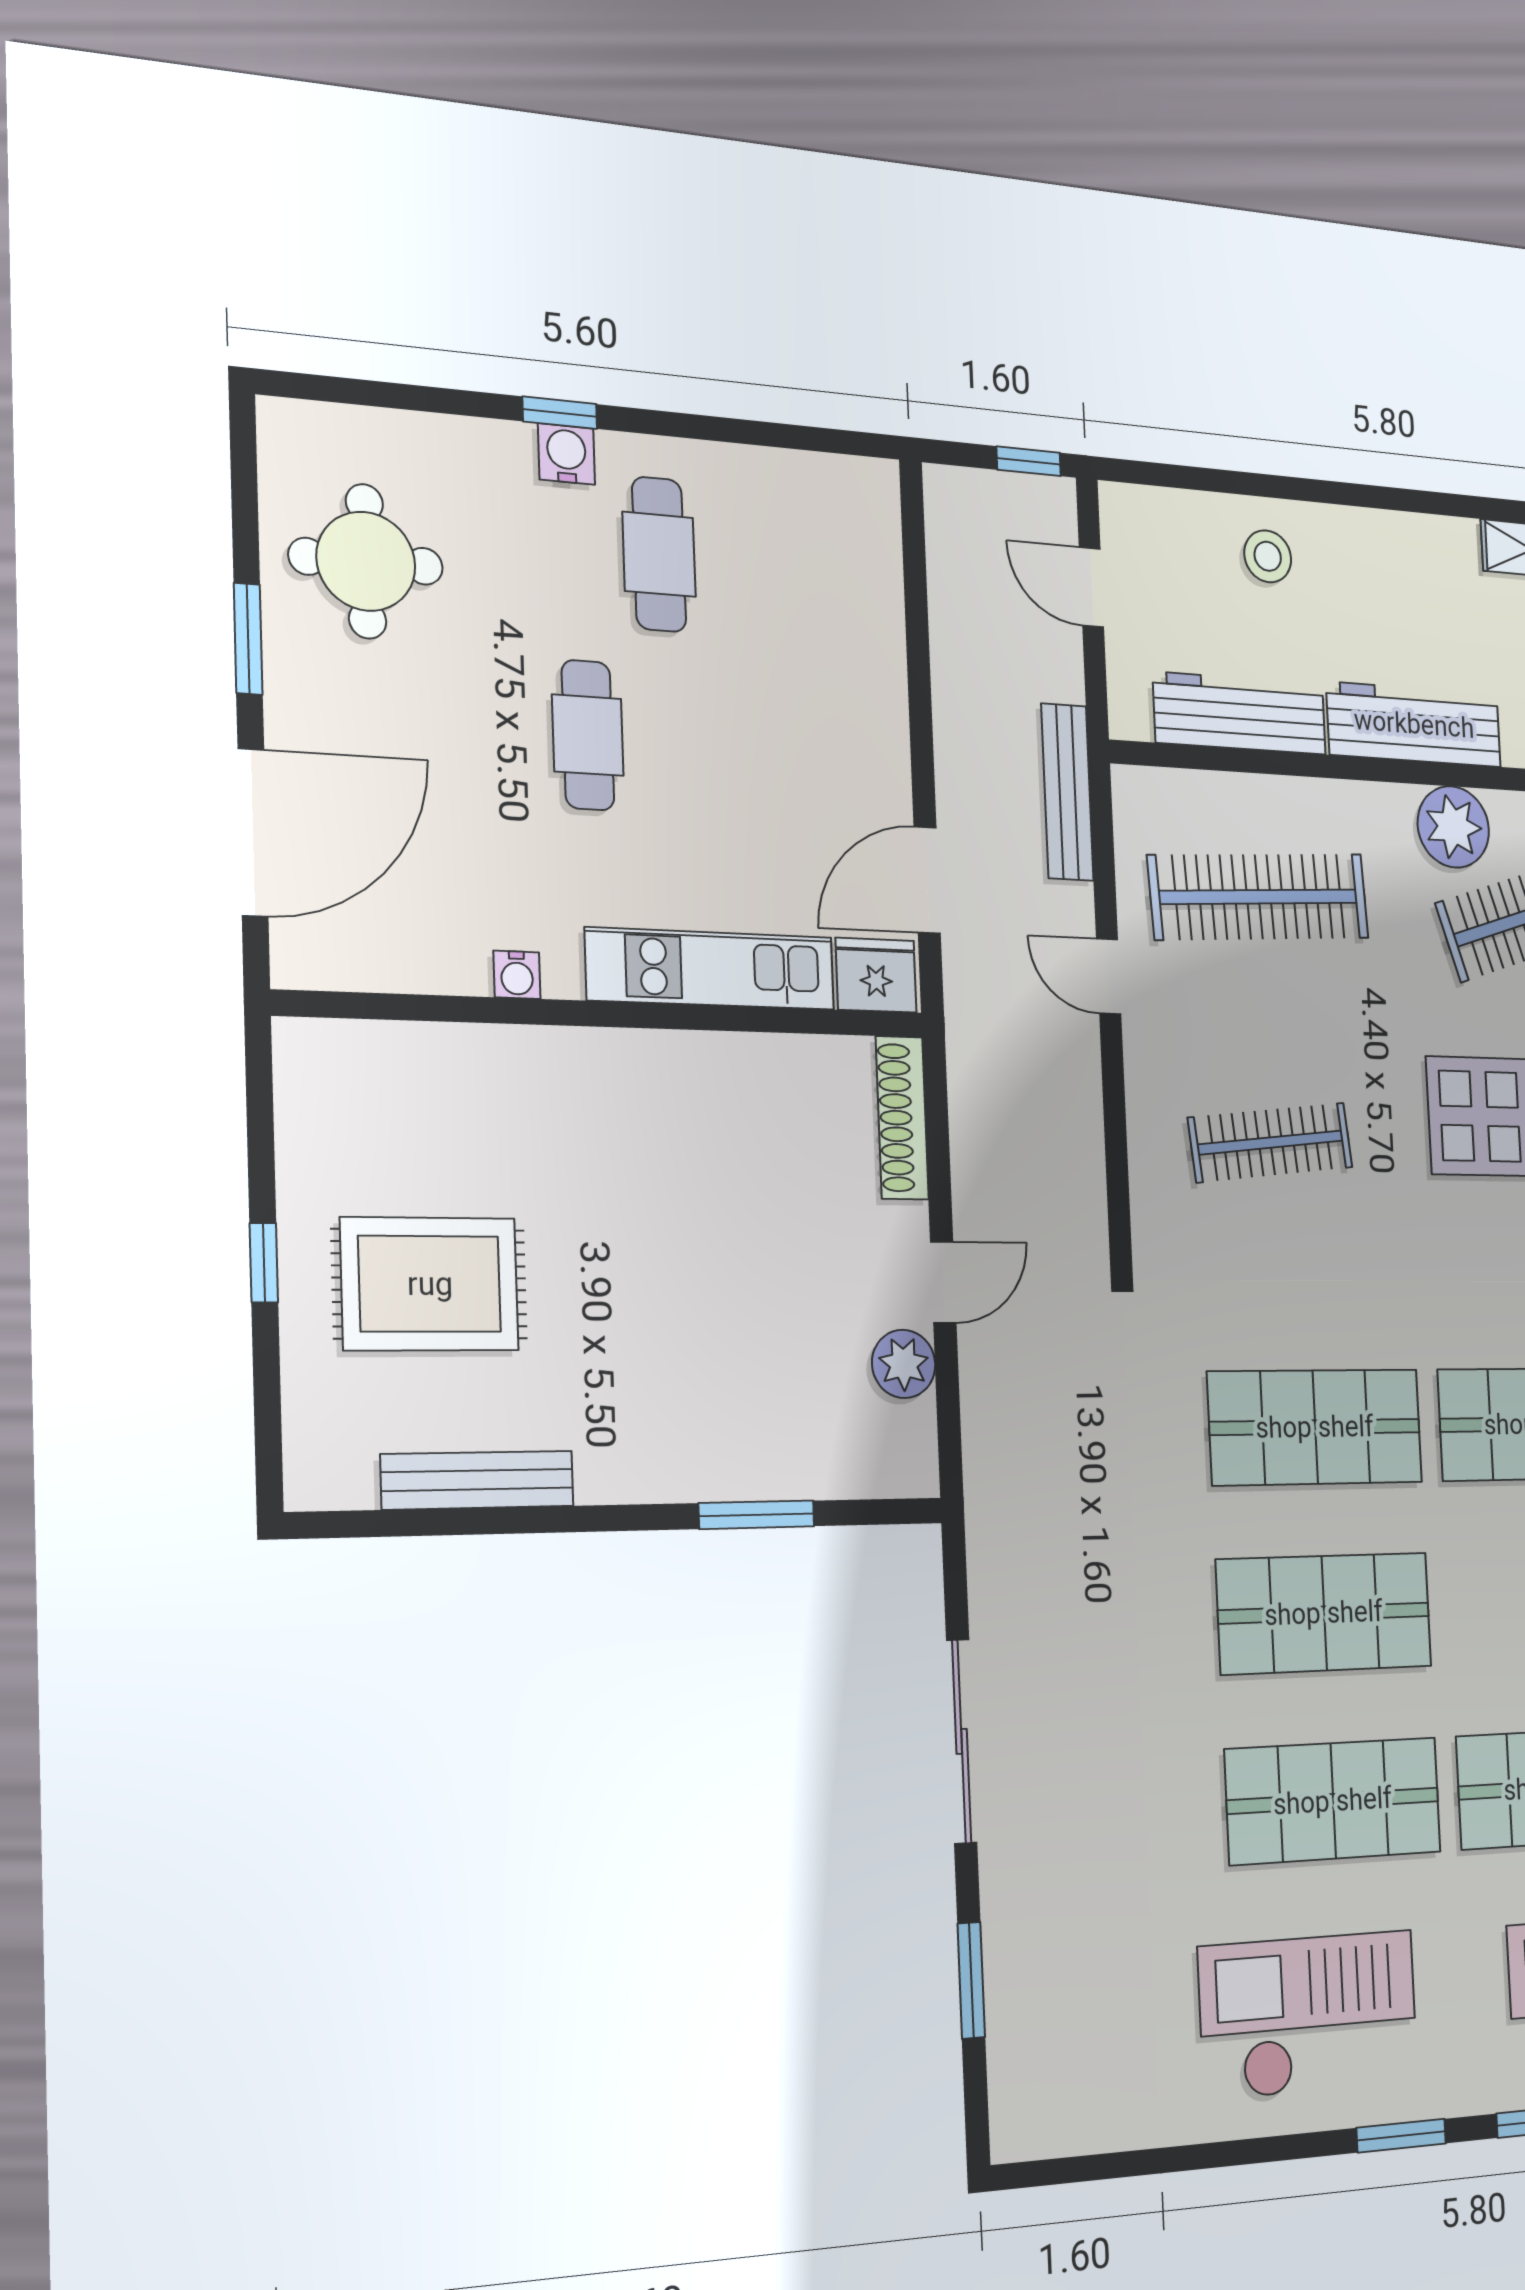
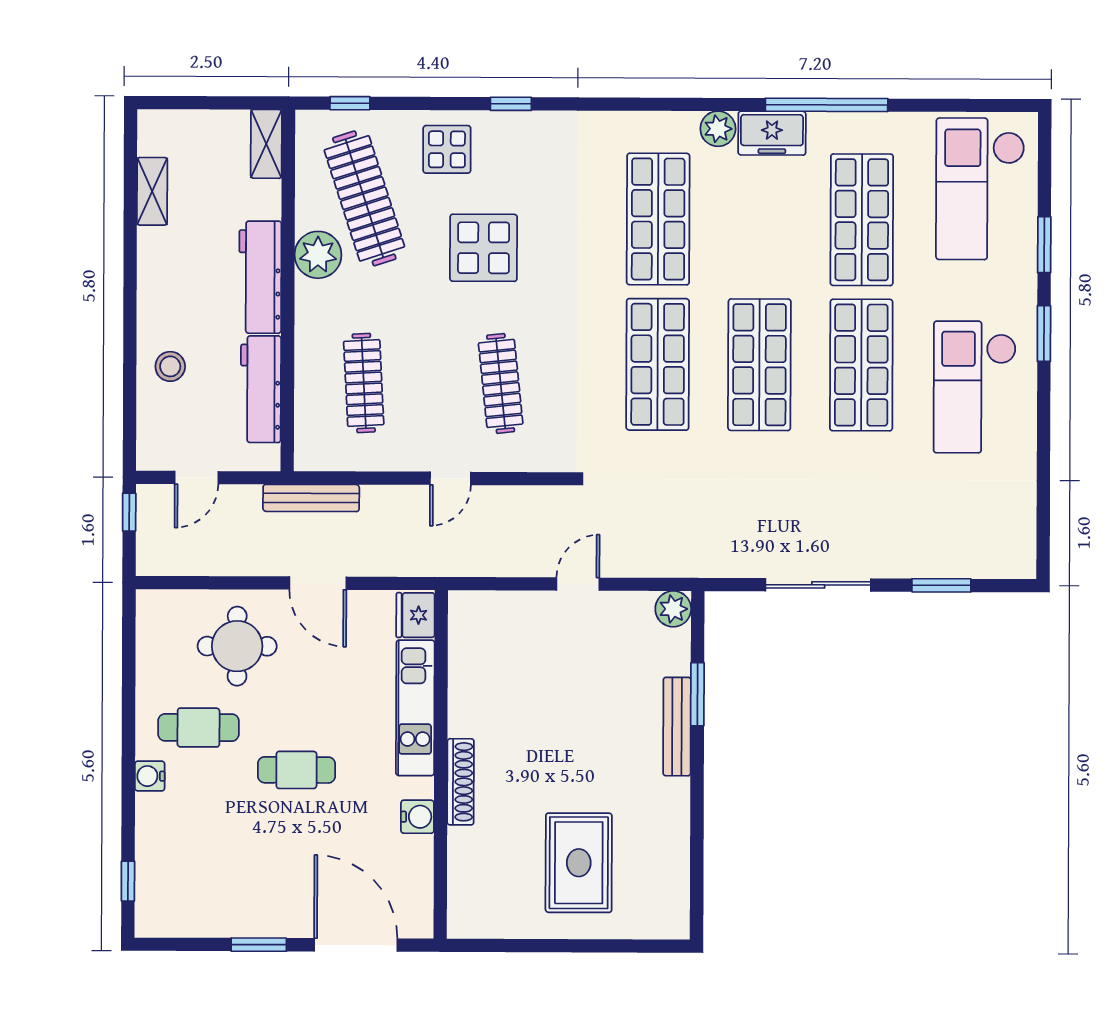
window: (560, 413) -> (128, 881), moved
round table: (366, 561) -> (237, 646), moved
door: (927, 880) -> (318, 583), moved
clothes rail: (1259, 897) -> (364, 383), width x0.73, depth x0.76
water cooler: (517, 975) -> (417, 817), width x1.38, depth x1.38
door: (1109, 977) -> (450, 478), moved
shoe rack: (902, 1118) -> (461, 782), moved, turned -90
window: (264, 1263) -> (568, 946), removed
door: (943, 1282) -> (578, 584), hinge flipped
plant: (904, 1364) -> (673, 609), moved
bench: (478, 1480) -> (677, 727), moved

